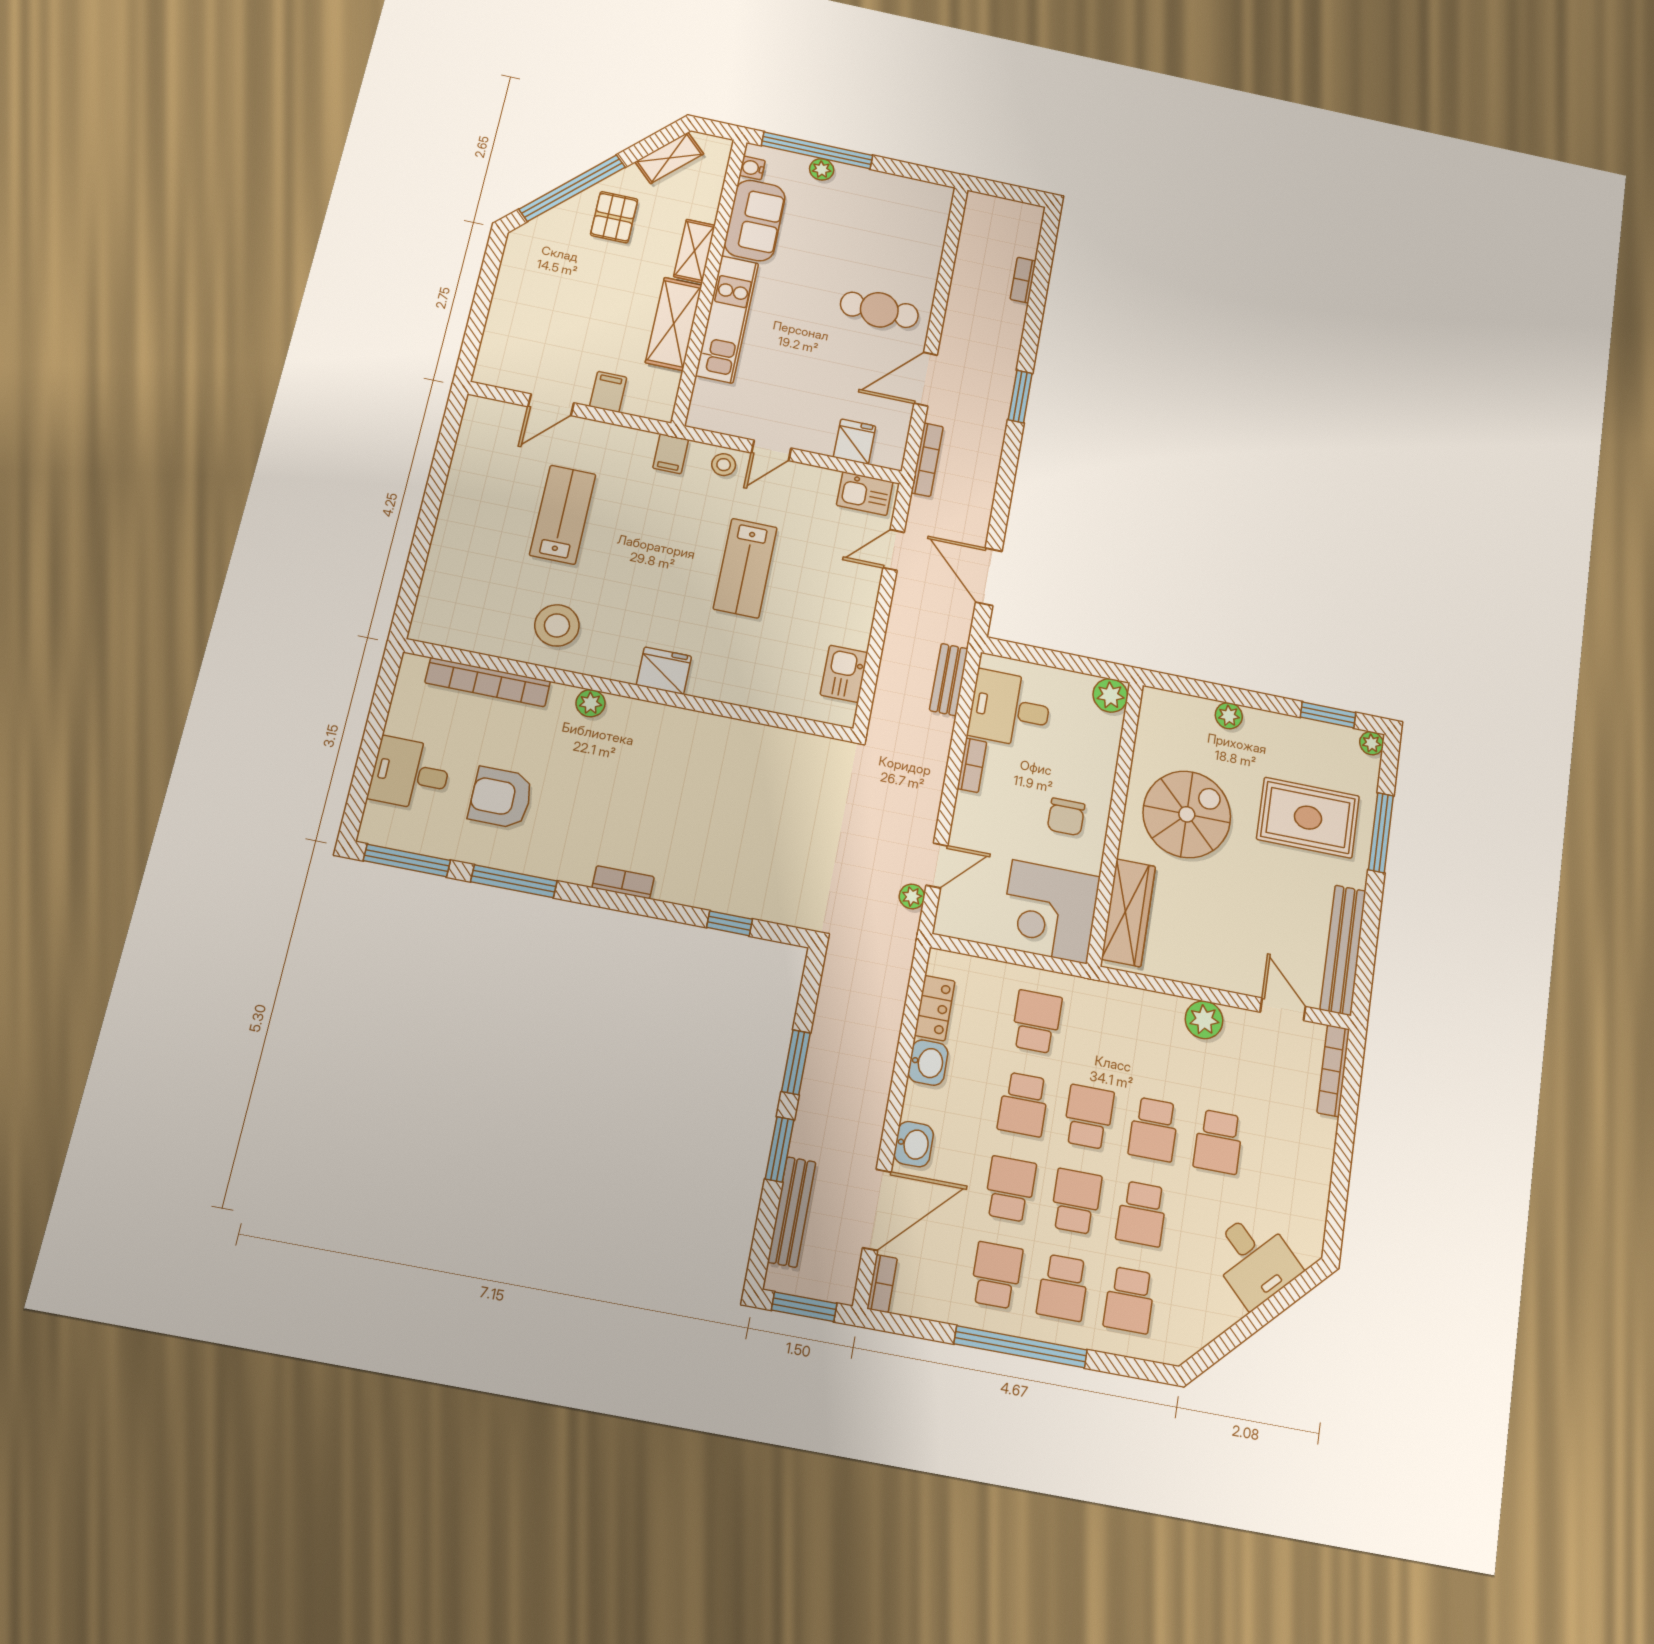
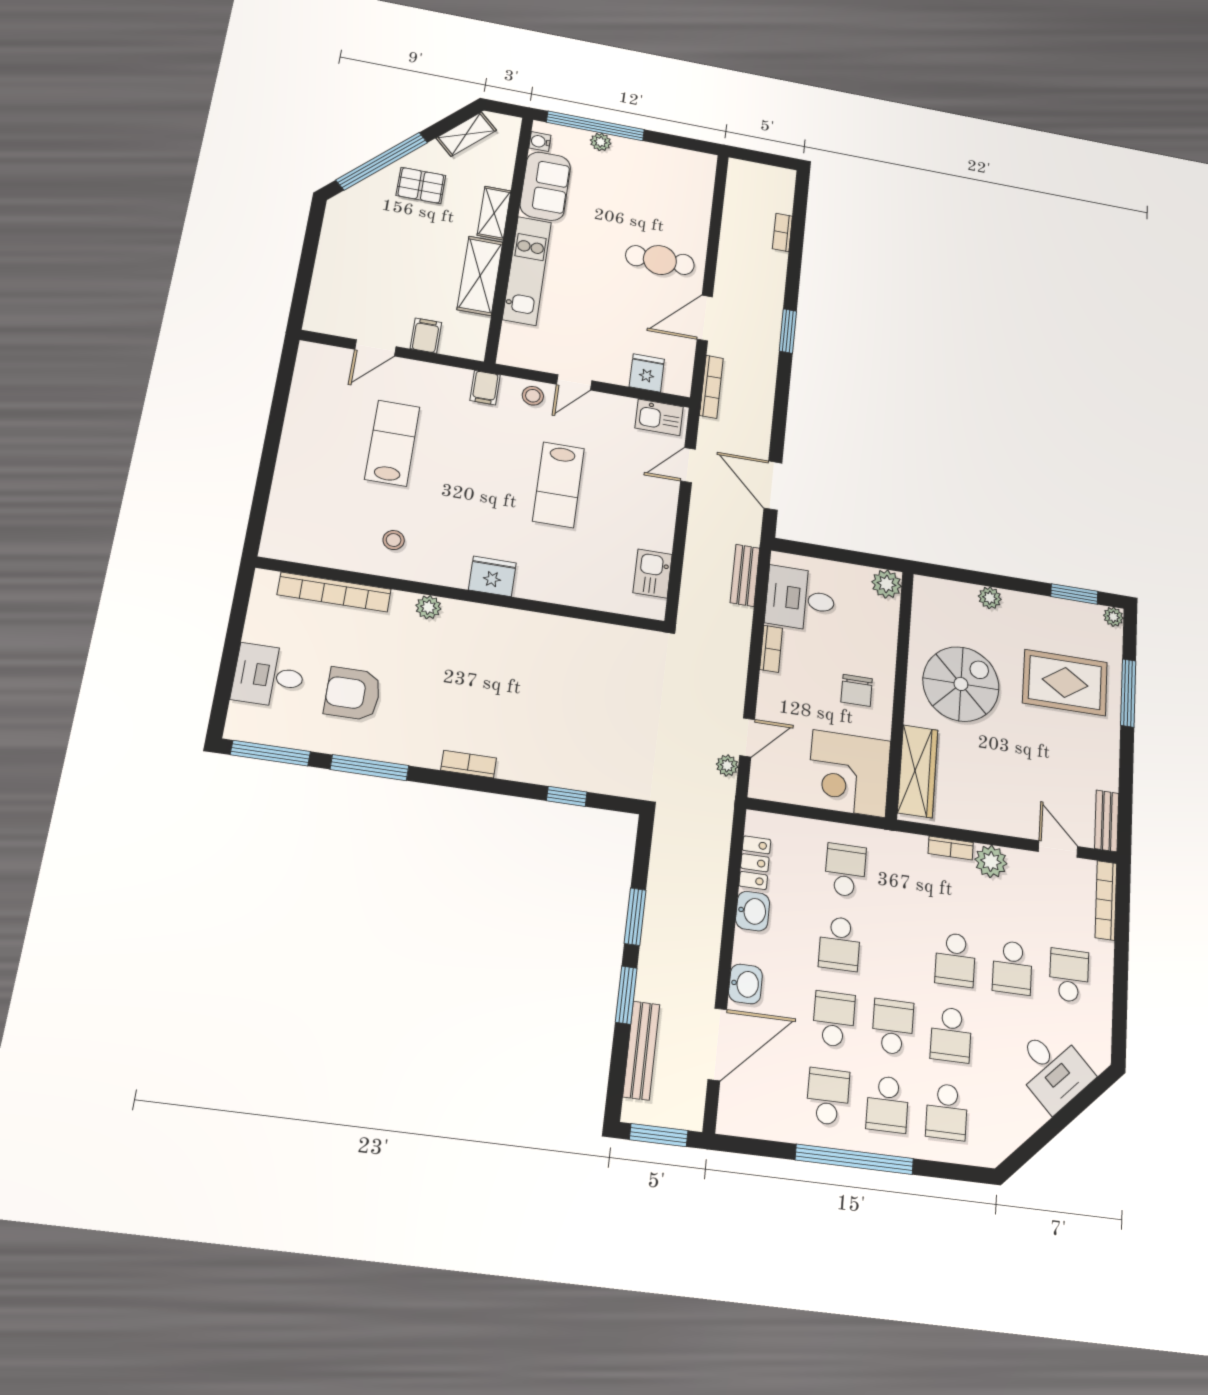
pallet: (614, 217) -> (421, 185), turned 90
stool: (557, 625) -> (394, 540), width x0.53, depth x0.53
bench: (1343, 950) -> (1107, 821), width x0.54, depth x0.82
school desk: (1089, 1117) -> (1069, 975), moved
bookcase: (882, 1284) -> (951, 848), moved, turned 90

